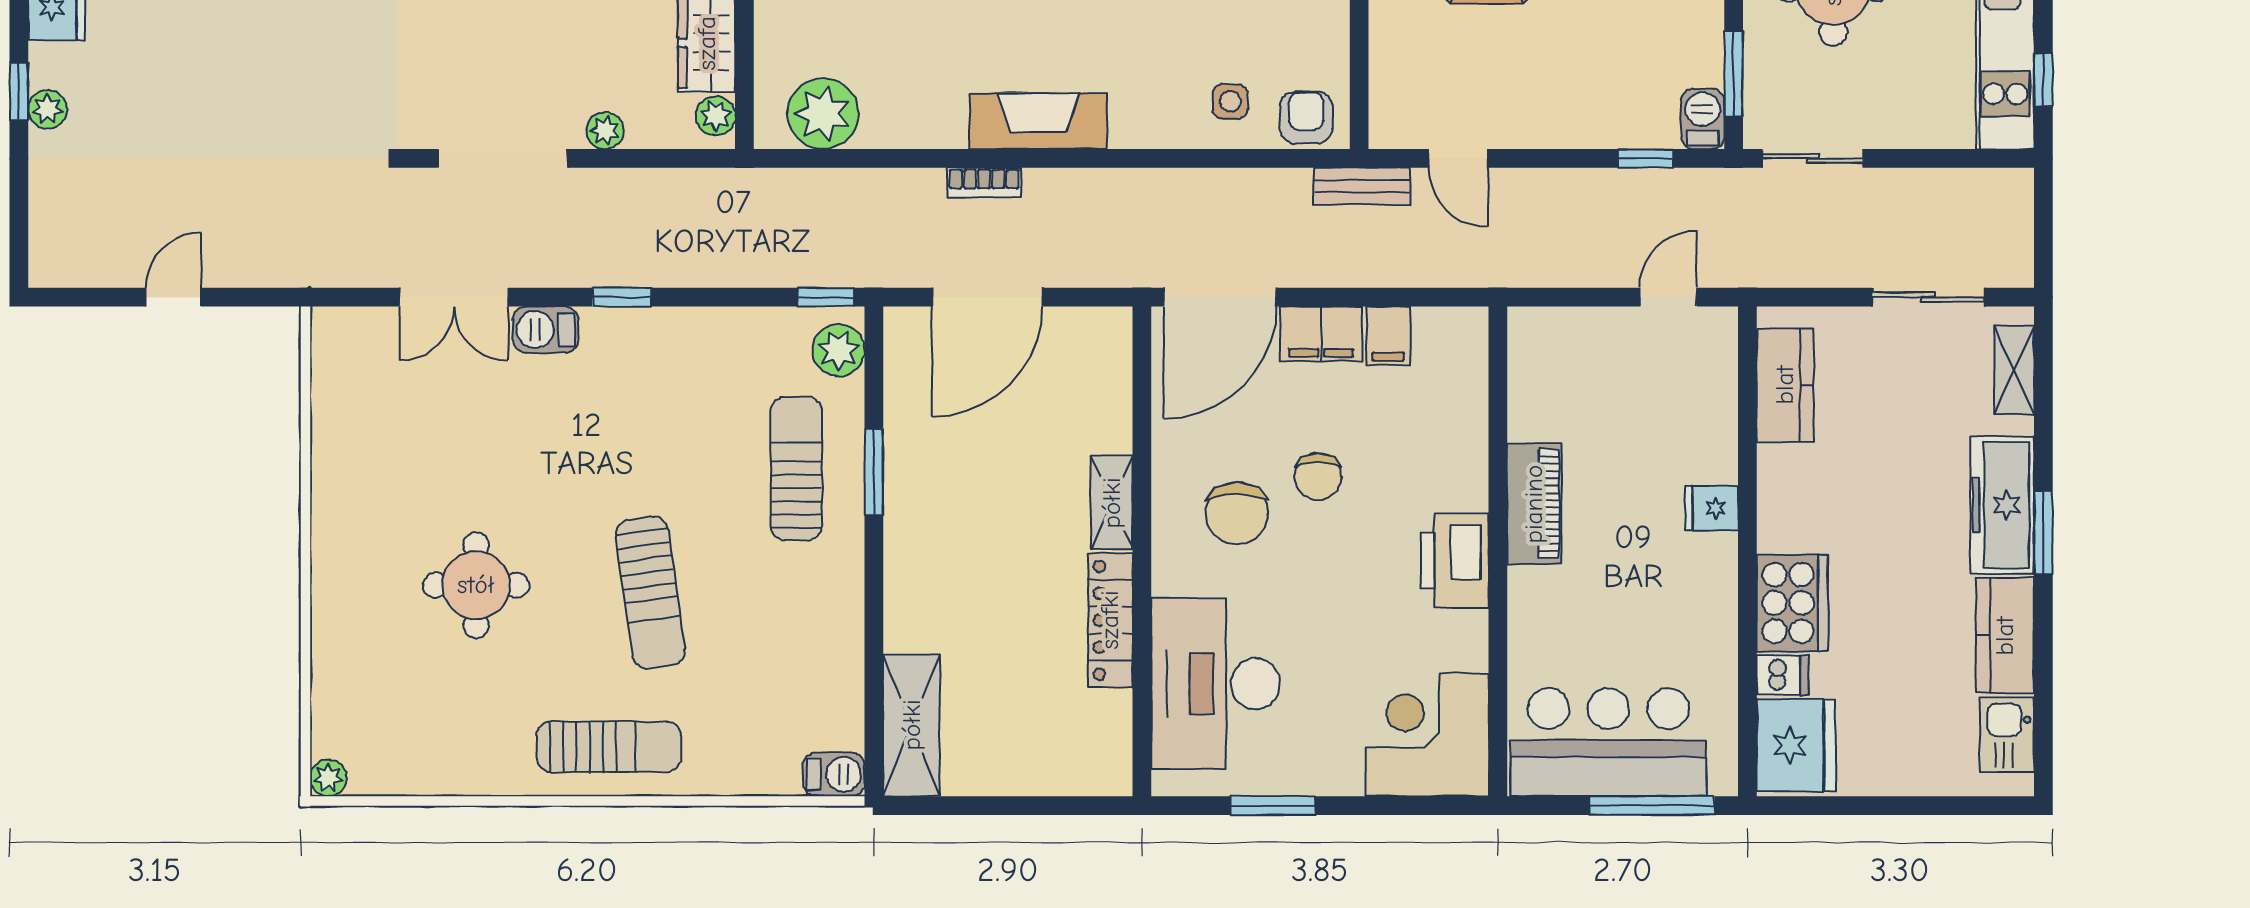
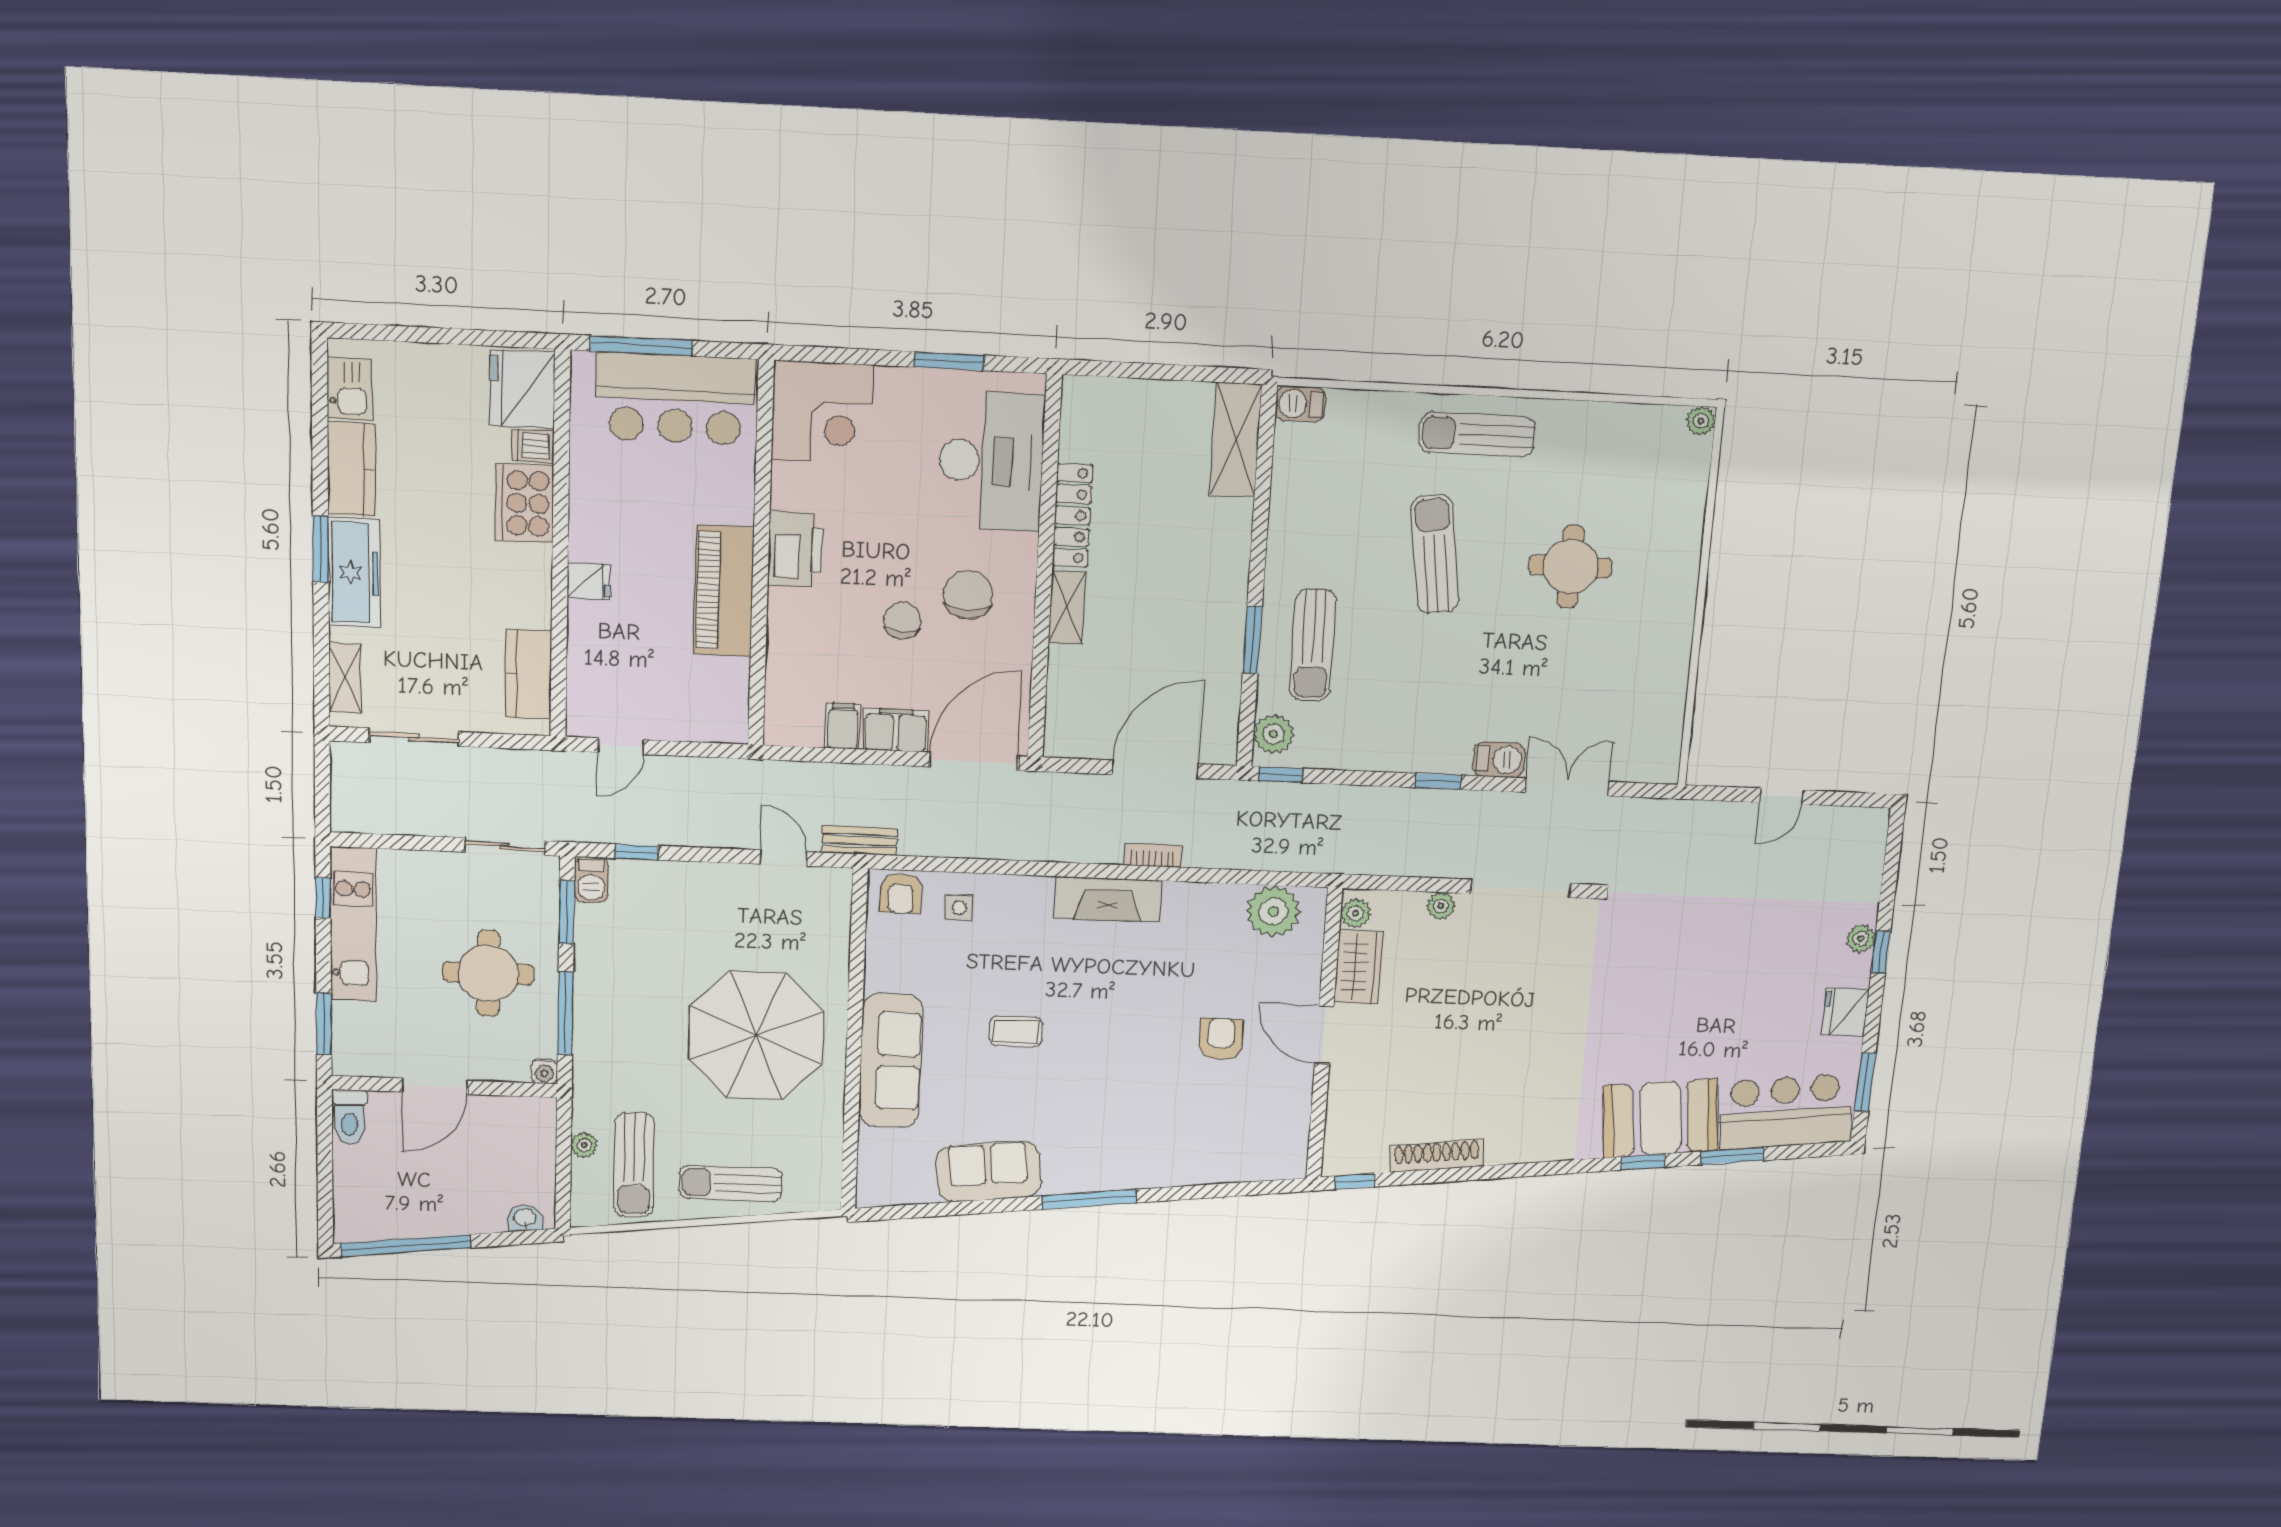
piano: (1534, 504) -> (724, 591), width x1.37, depth x1.33

